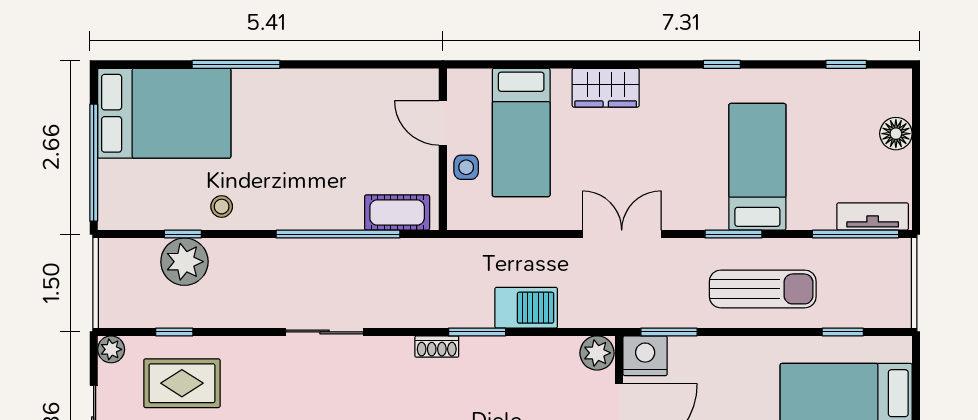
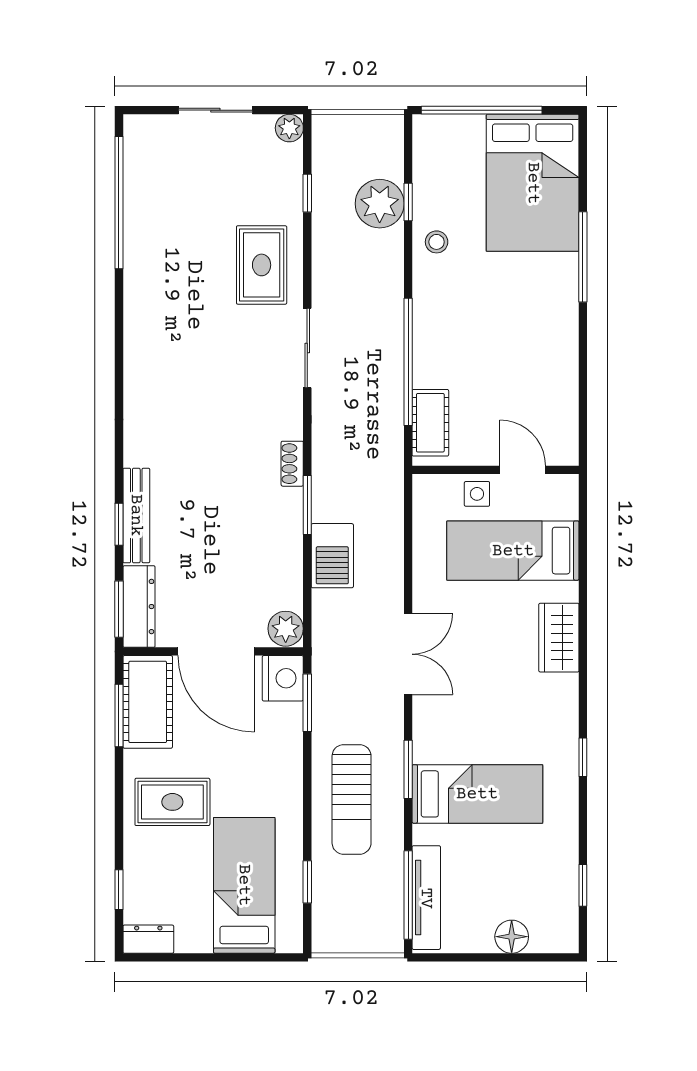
door: (443, 123) -> (523, 470), hinge flipped
tv unit: (873, 216) -> (426, 898), width x1.41
rug: (182, 383) -> (262, 265), moved

